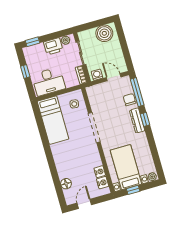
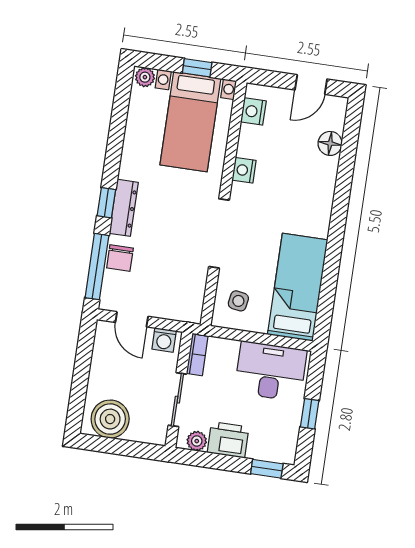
nightstand: (100, 172) -> (244, 170), moved

